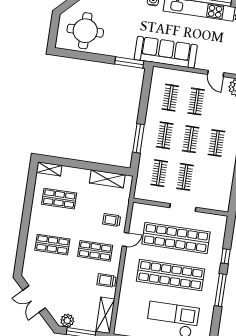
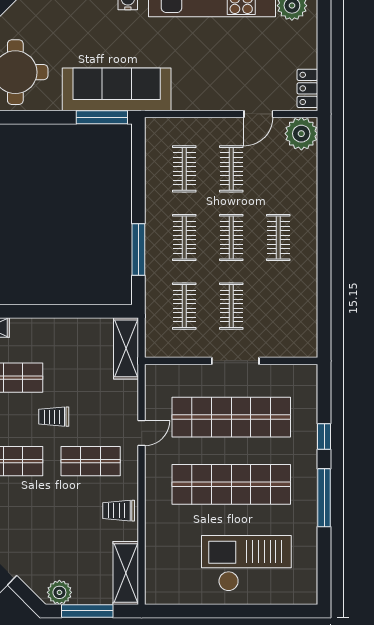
sofa: (166, 52) -> (117, 89), moved
door: (216, 73) -> (258, 114), hinge flipped
shelving: (107, 179) -> (126, 348), moved, turned 90
trolley: (112, 220) -> (54, 417), moved

